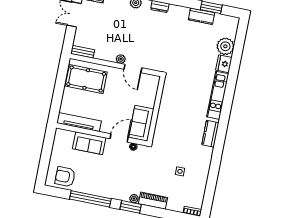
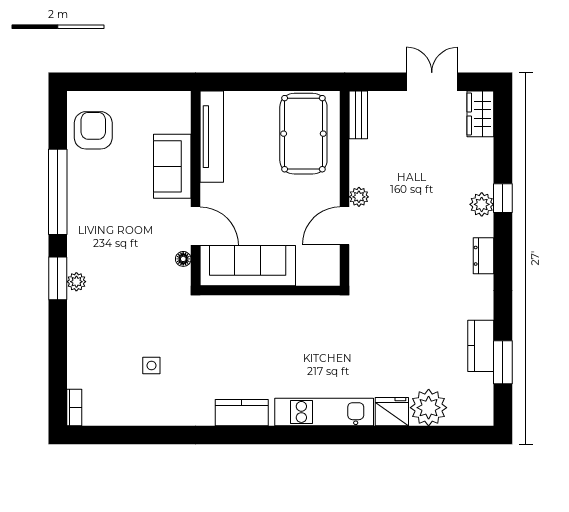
sofa: (141, 123) -> (248, 266), width x1.36
piano: (153, 201) -> (80, 322), removed

